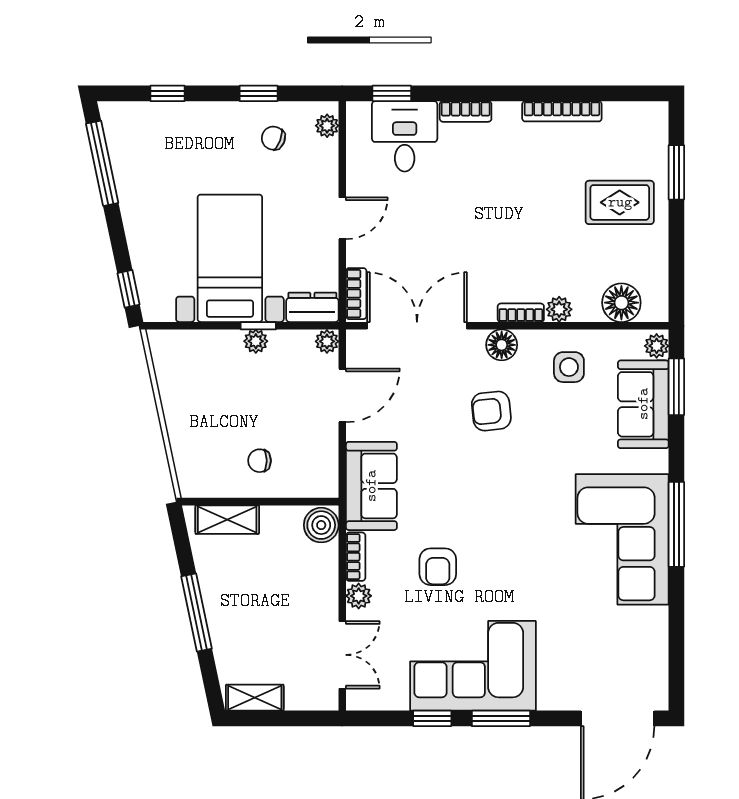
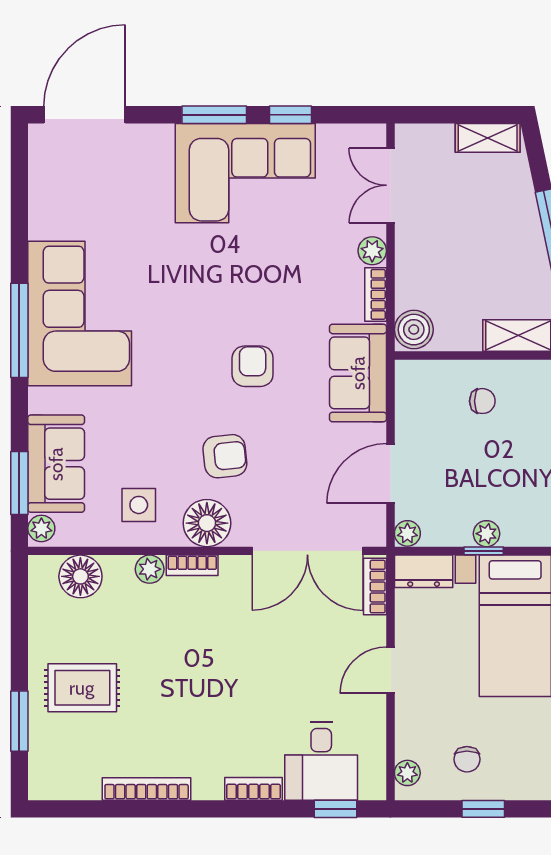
chair: (273, 138) -> (467, 759), turned 69
floor lamp: (502, 345) -> (207, 523), width x1.38, depth x1.38
armchair: (438, 567) -> (253, 366), moved

